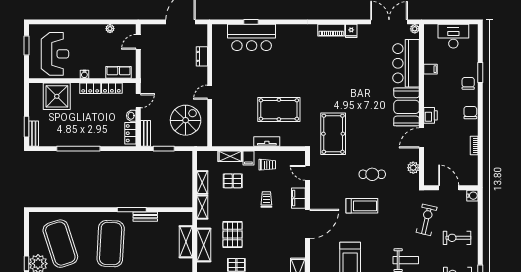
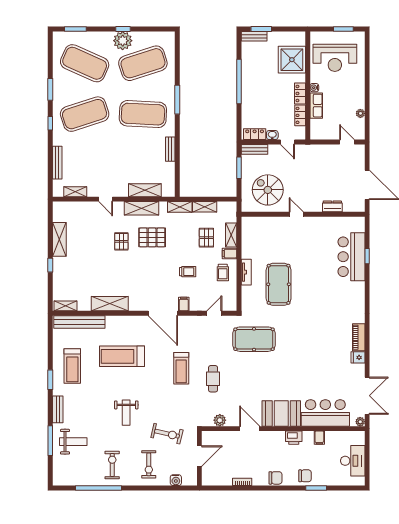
row of seats: (119, 72) -> (316, 106), moved
printer: (430, 115) -> (294, 438), moved
spiral stairs: (186, 120) -> (268, 190), turned 180
water cooler: (472, 196) -> (176, 480), moved
filing cabinet: (298, 198) -> (184, 304), width x0.50
window: (132, 210) -> (177, 100), moved
exercise bike: (457, 238) -> (149, 464), turned 180

